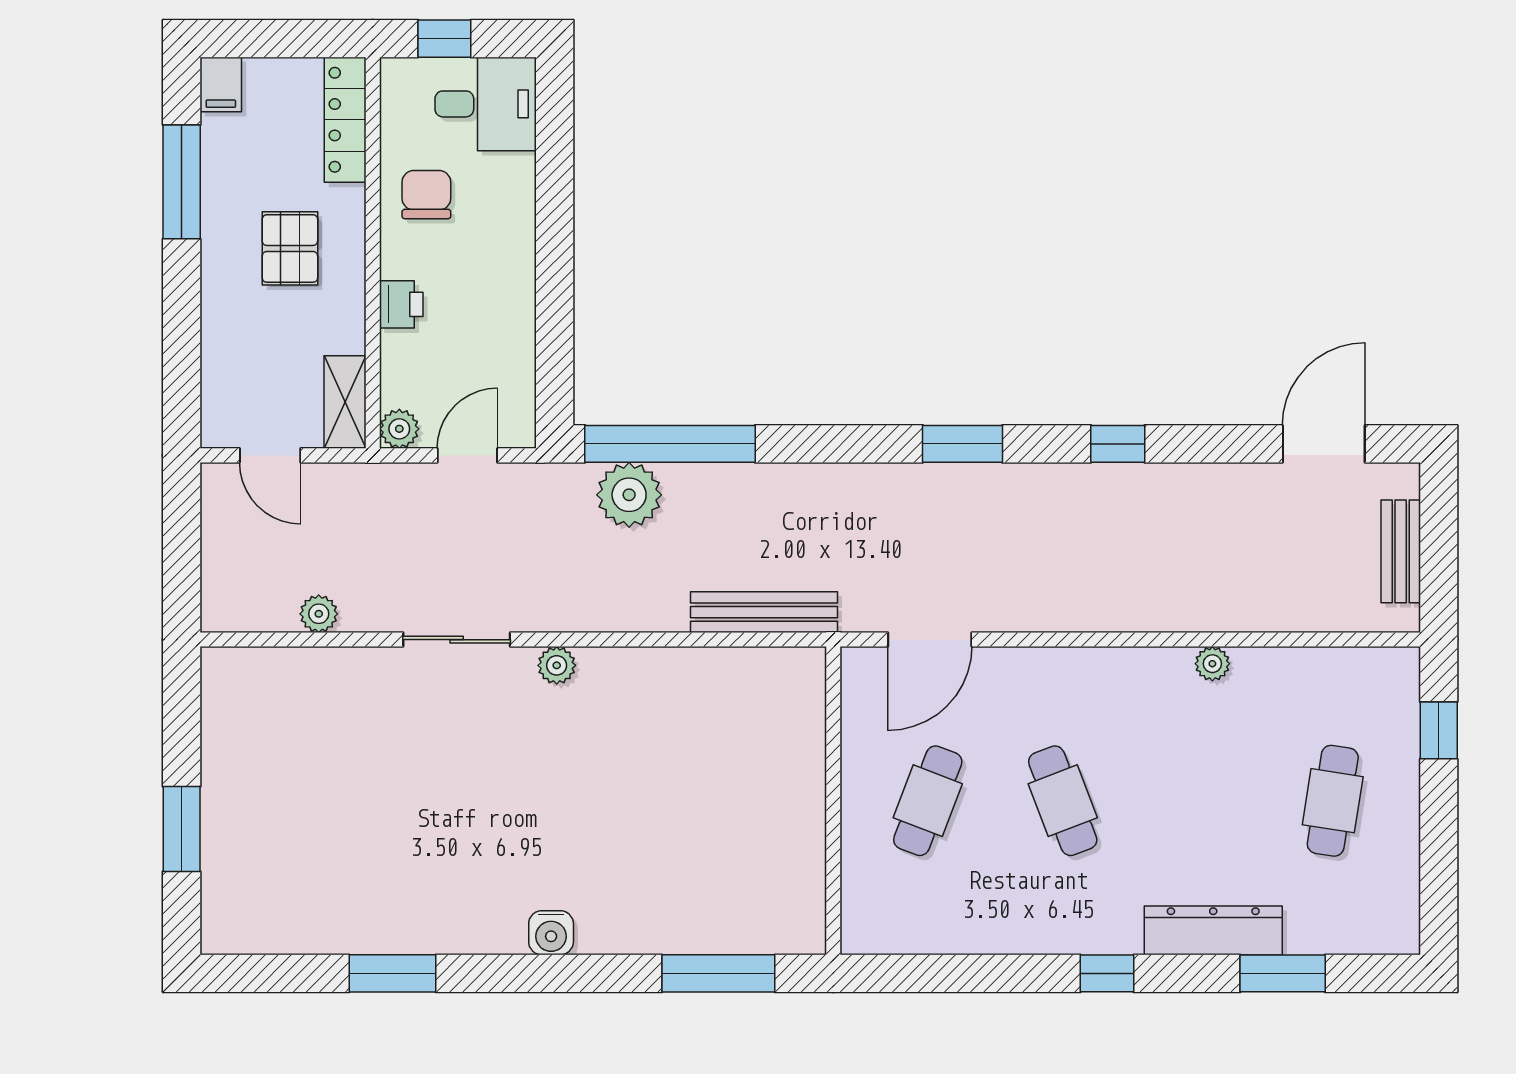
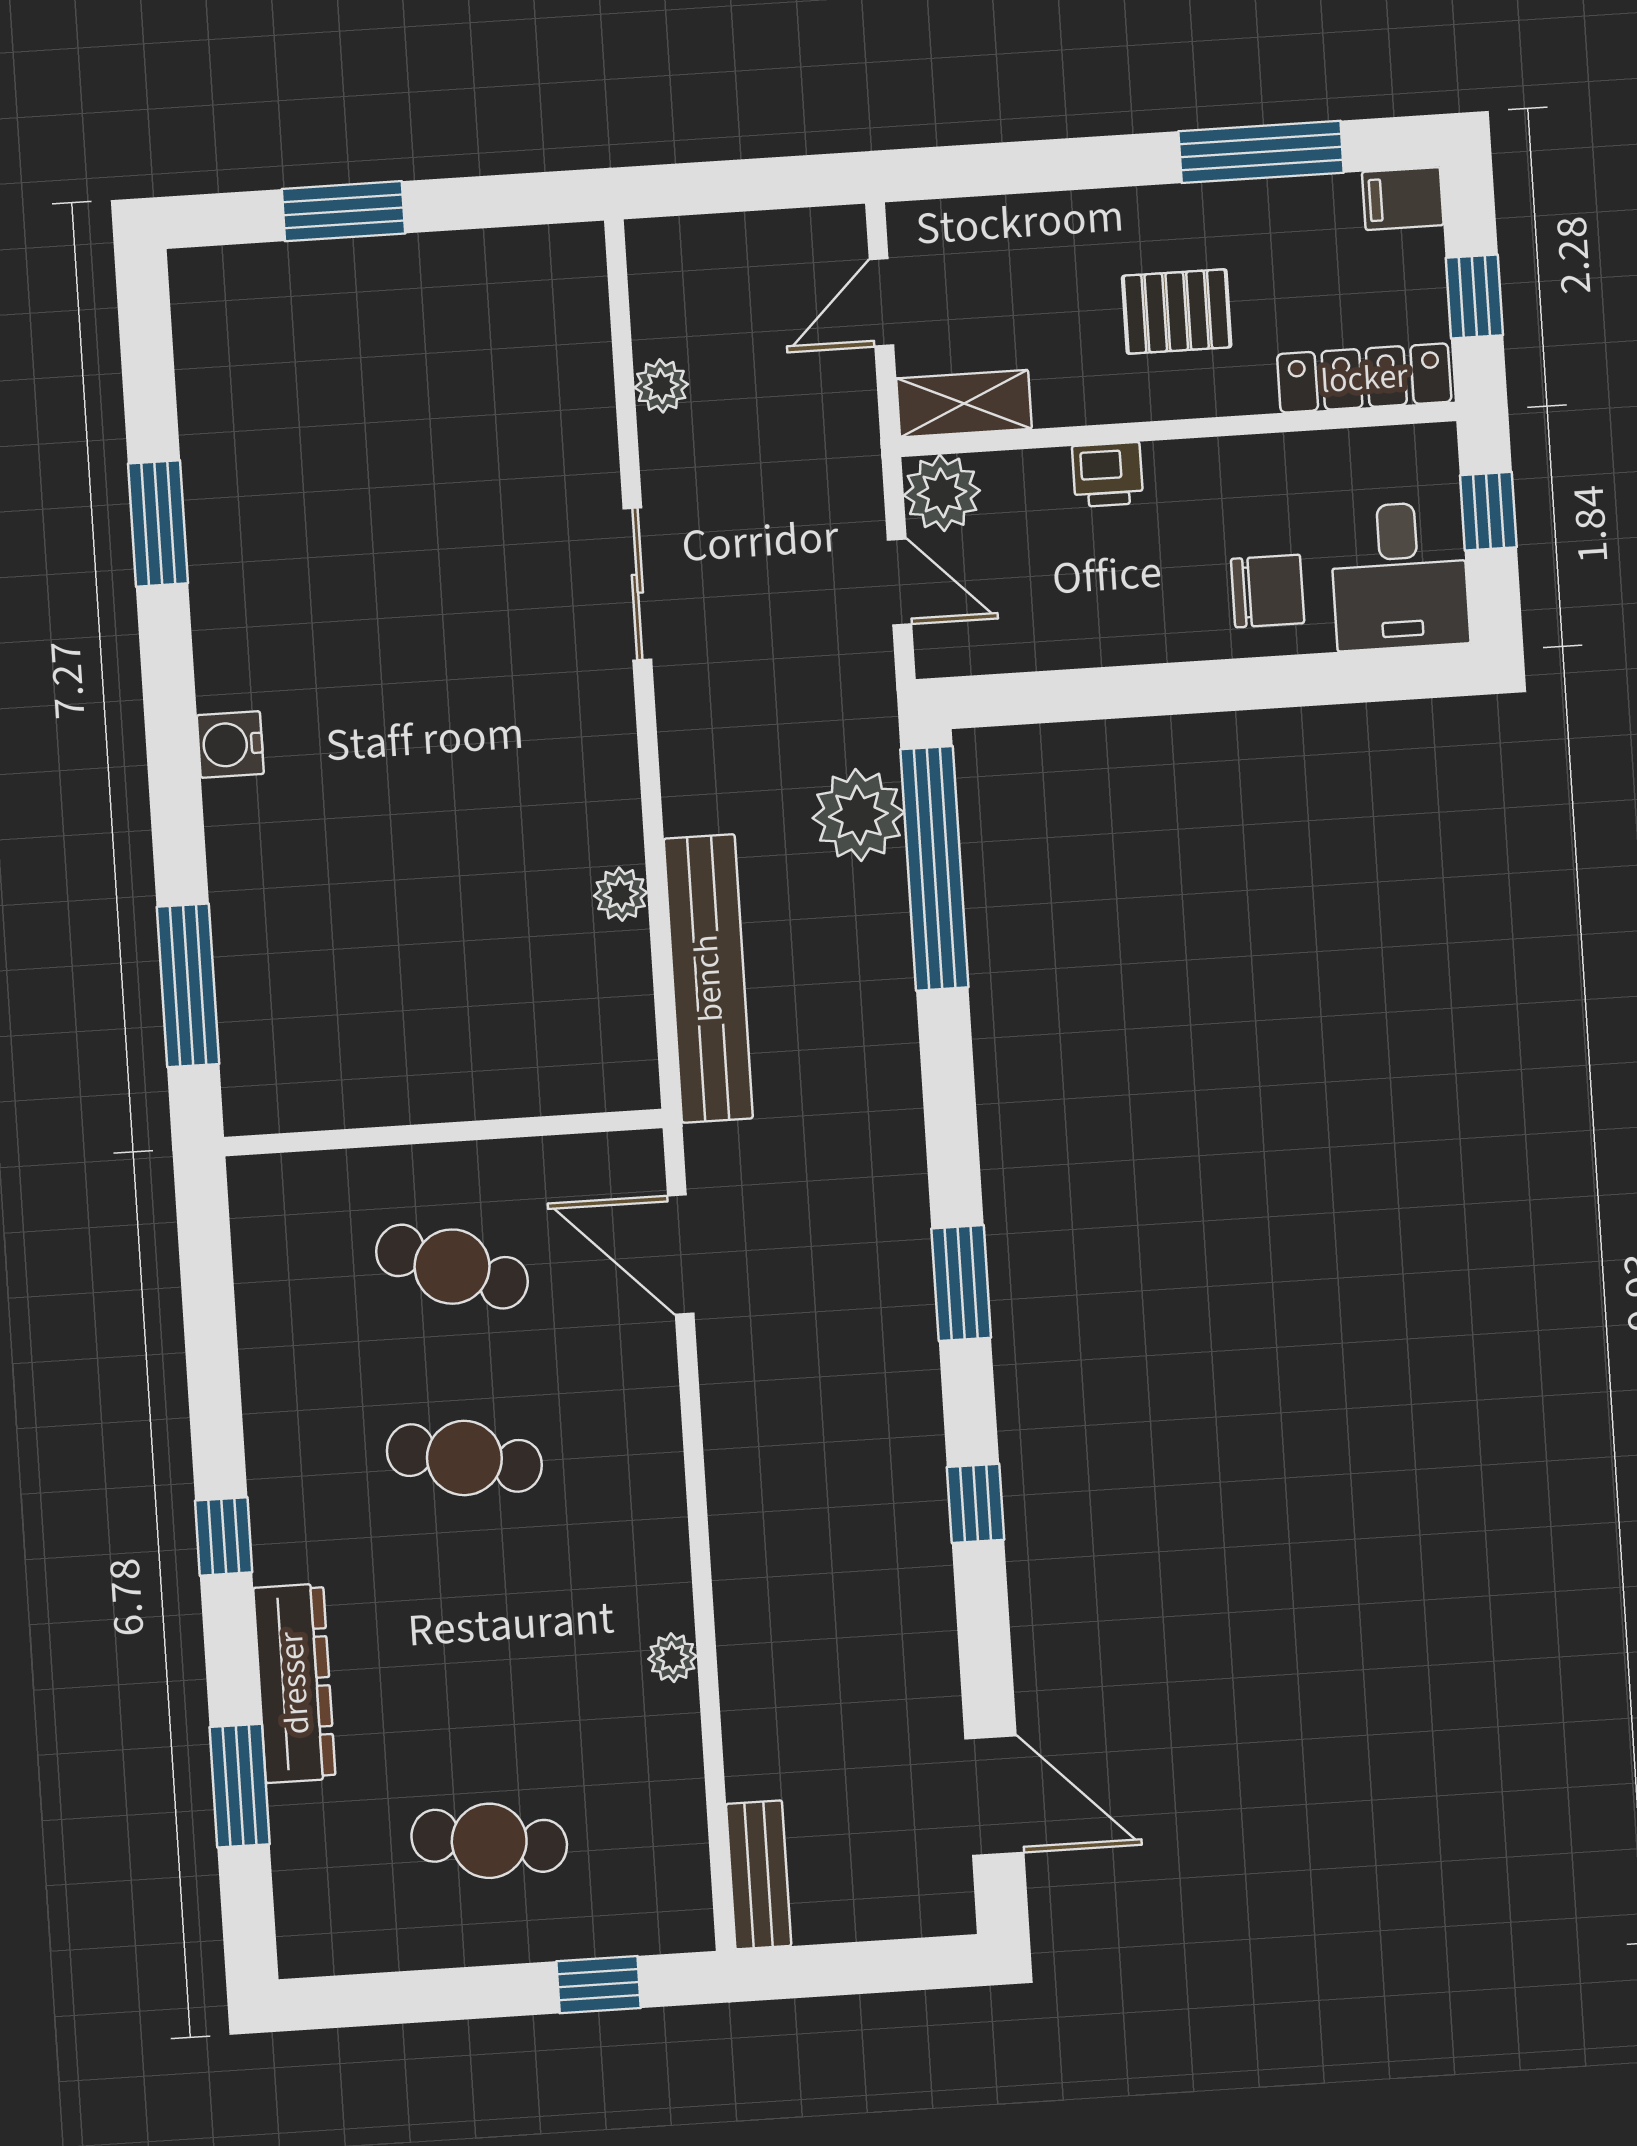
window: (293, 39) -> (1474, 297), added
chair: (426, 195) -> (1268, 591), moved
plant: (399, 429) -> (942, 493), width x1.38, depth x1.38
bench: (1401, 551) -> (759, 1875), moved, turned 90
bench: (764, 612) -> (708, 978), width x1.37, depth x1.21
plant: (557, 665) -> (621, 894), moved
cafe table: (1063, 801) -> (464, 1458), turned 33

